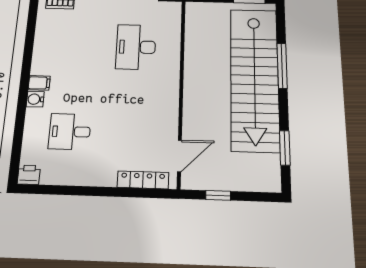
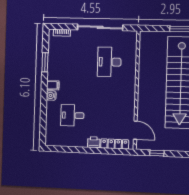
window: (29, 47) -> (45, 62), added
door: (179, 156) -> (135, 130), hinge flipped
printer: (29, 175) -> (94, 142), moved

